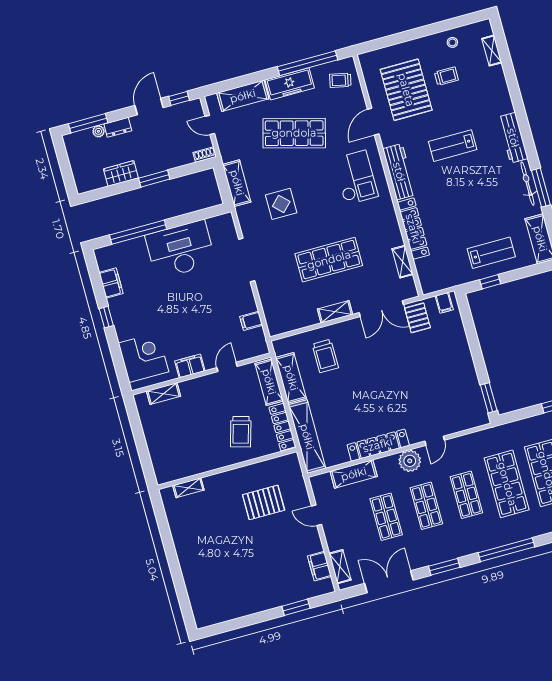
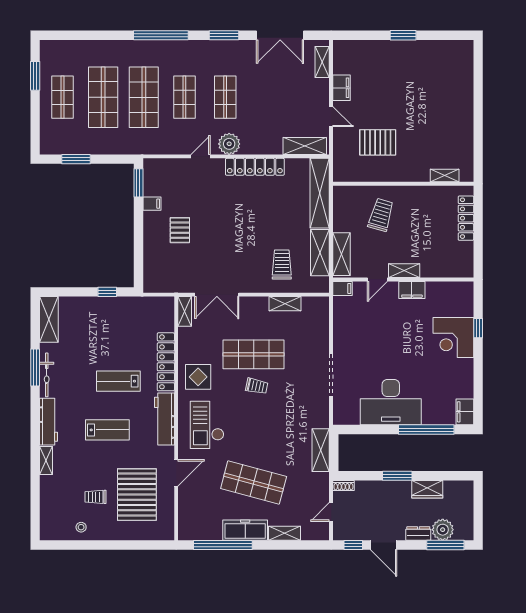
shelving: (492, 51) -> (46, 461), moved
trolley: (340, 80) -> (257, 386), moved
shelving: (243, 96) -> (284, 533), width x0.67, depth x0.75
door: (149, 107) -> (384, 545), hinge flipped
door: (210, 125) -> (331, 512), swing flipped
plant: (98, 131) -> (443, 530), width x1.88, depth x1.88
display table: (281, 204) -> (198, 377), moved
lab bench: (491, 253) -> (118, 381), moved
shelving: (402, 262) -> (185, 311), moved
filing cabinet: (111, 283) -> (465, 412), moved
filing cabinet: (444, 303) -> (152, 204), moved, turned 90
double door: (381, 309) -> (217, 295), swing flipped
shelving: (335, 312) -> (285, 304), moved
window: (106, 317) -> (478, 328), moved
pallet: (417, 318) -> (180, 230), moved
filing cabinet: (251, 321) -> (343, 289), moved
corner desk: (144, 357) -> (453, 338), moved
shelving: (164, 394) -> (404, 271), moved
locker: (282, 427) -> (466, 218), moved, turned 180
shelving: (354, 474) -> (305, 146), moved
shop shelf: (386, 517) -> (266, 97), removed
filing cabinet: (319, 566) -> (341, 88), moved
window: (296, 607) -> (403, 35), moved

